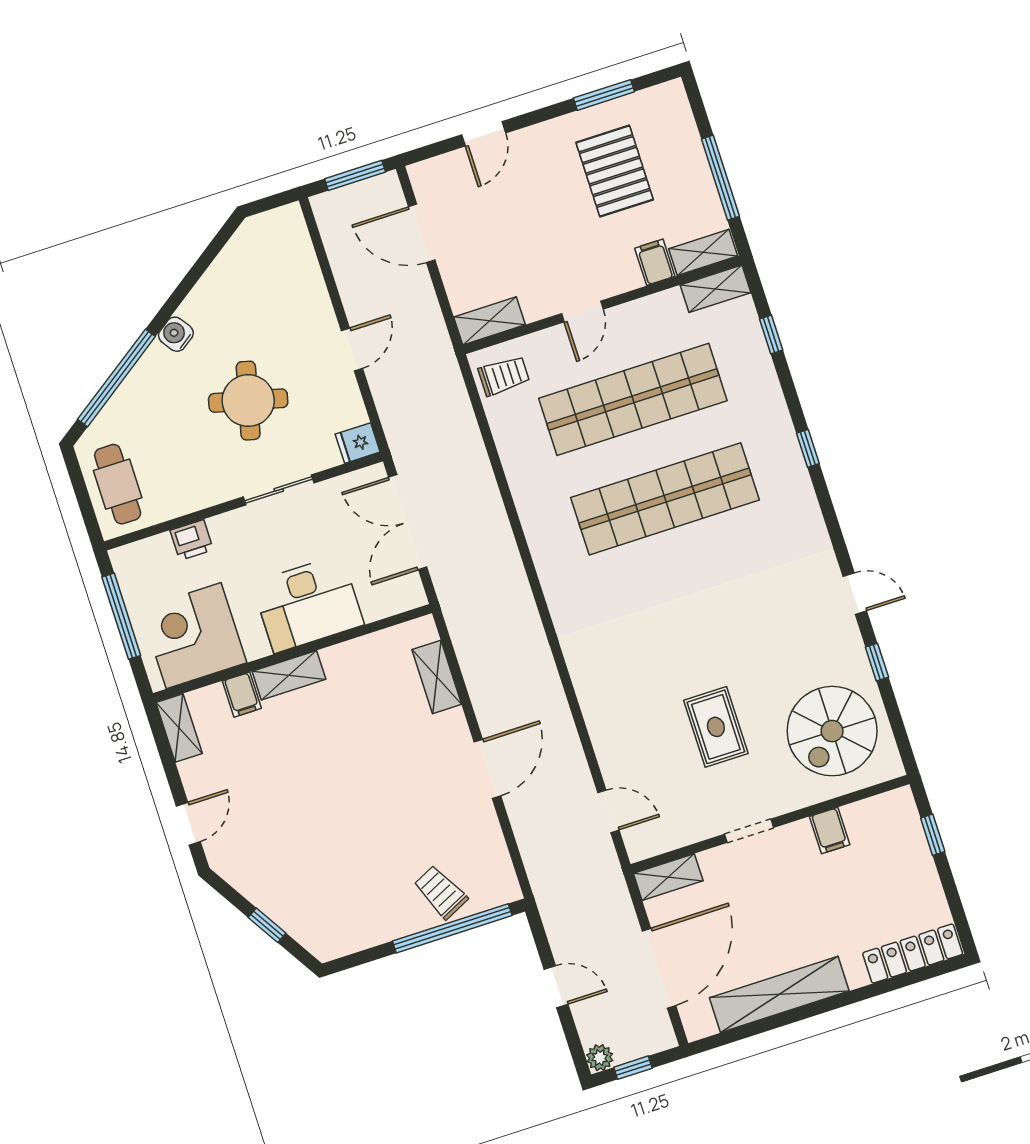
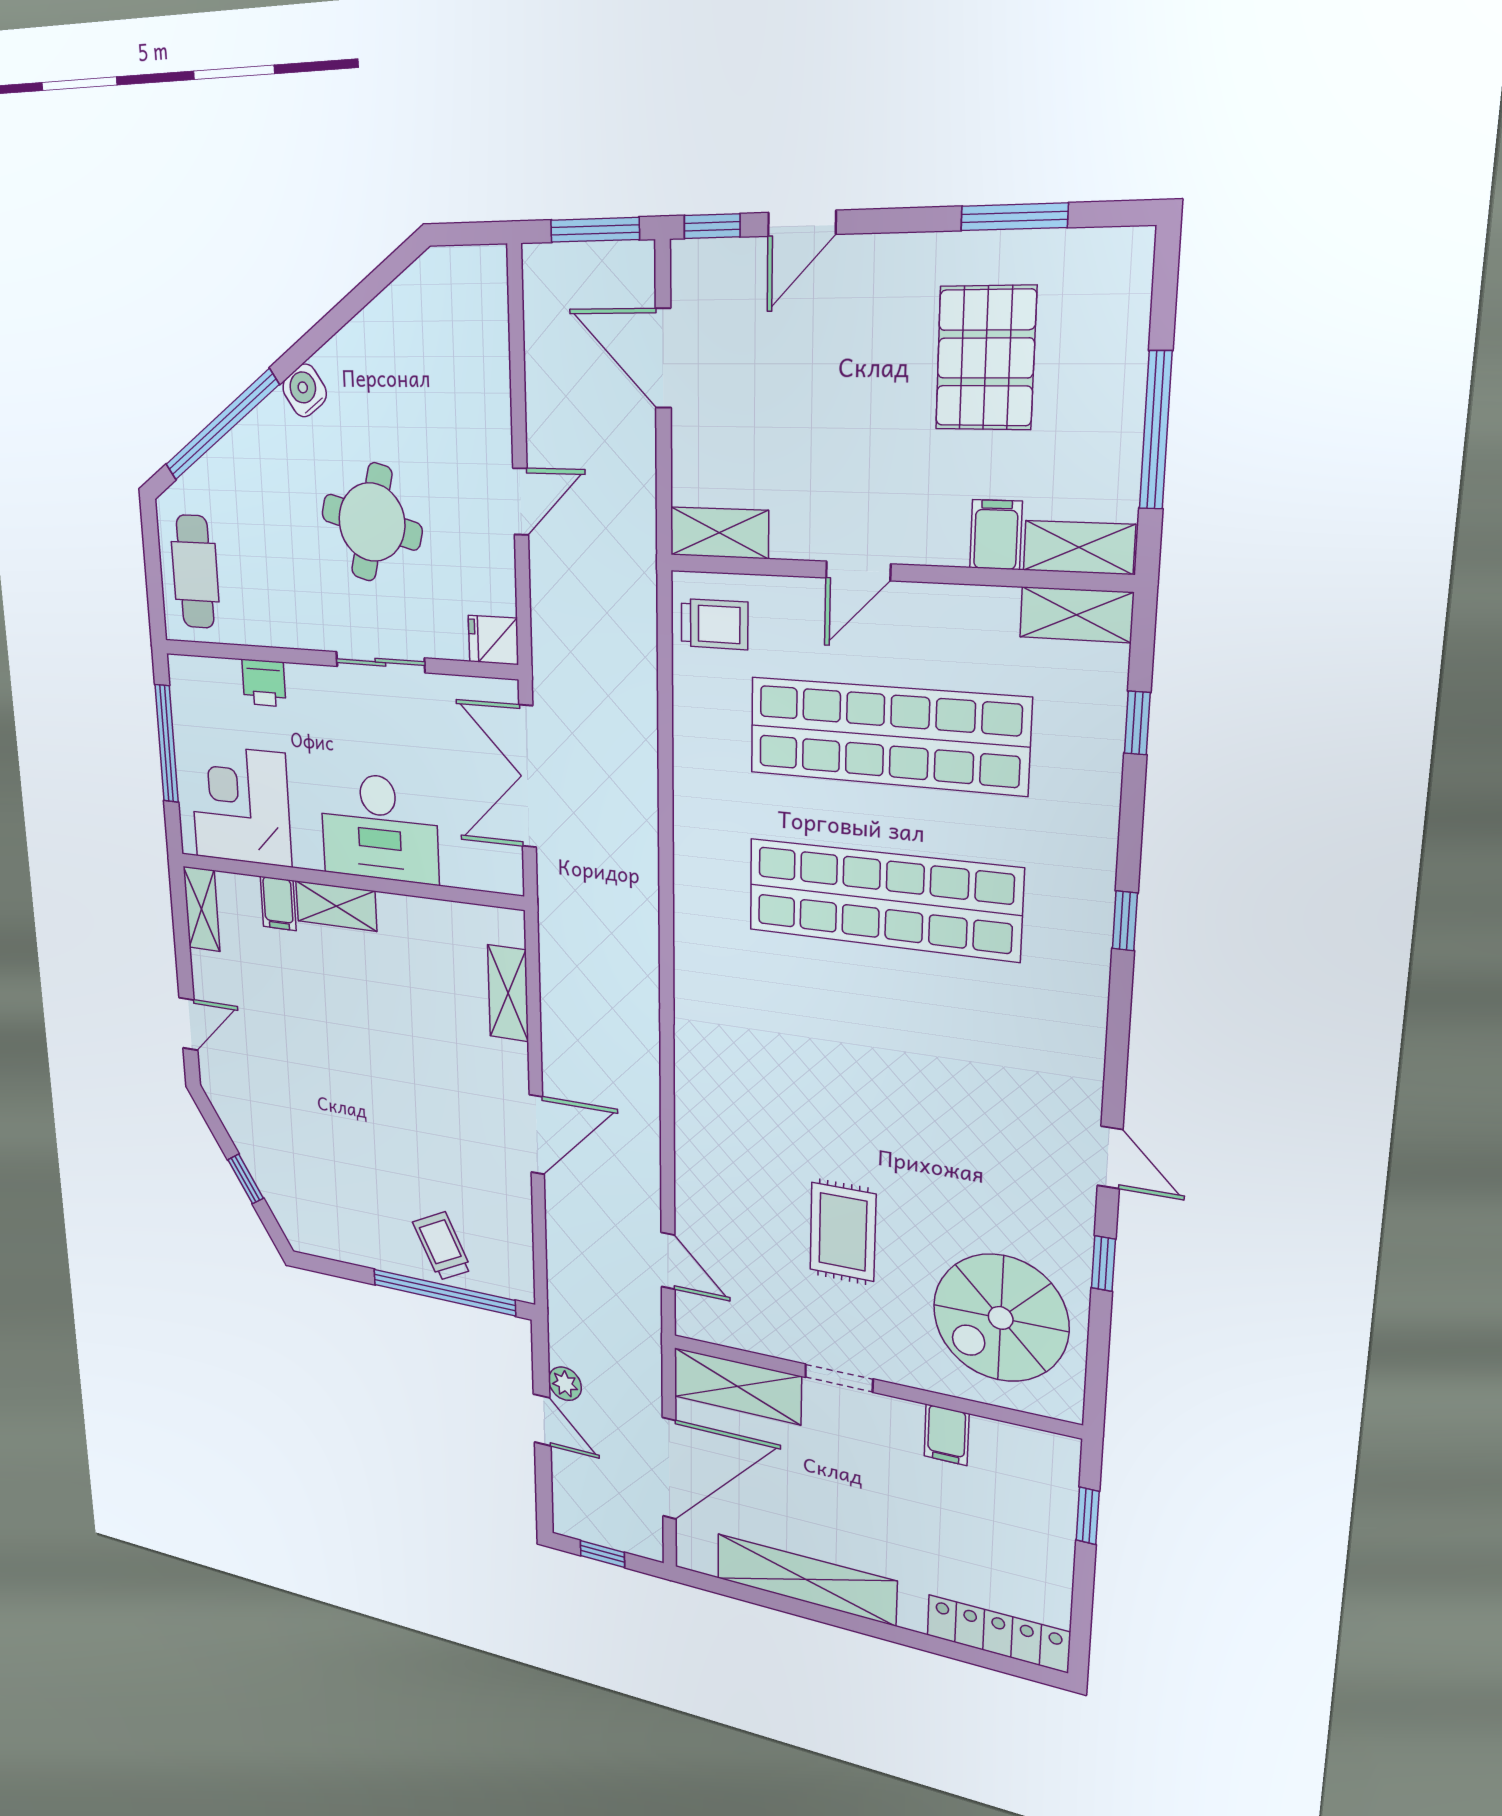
window: (429, 151) -> (712, 226), added
shelving: (668, 877) -> (737, 1386), width x1.50, depth x1.33
plant: (600, 1058) -> (565, 1384), moved

